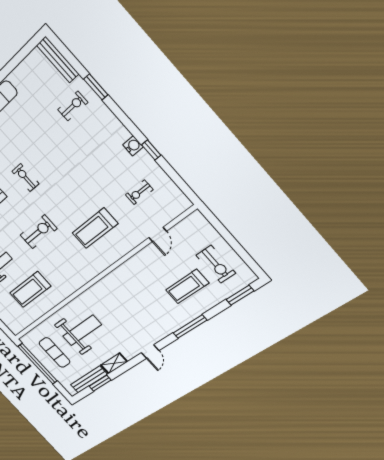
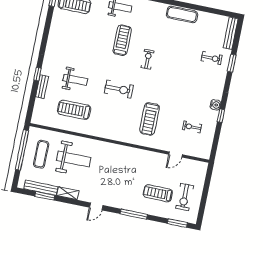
treadmill: (95, 228) -> (150, 119), turned -90

